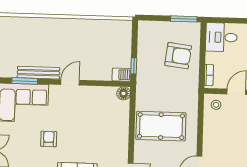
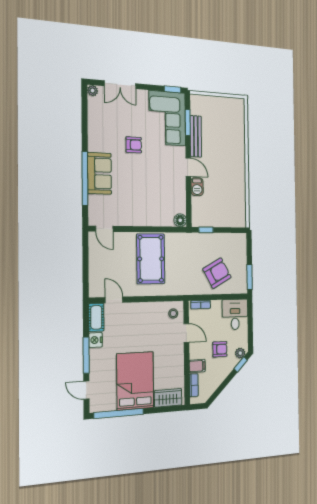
armchair: (178, 56) -> (217, 273), turned -126
barbecue: (122, 75) -> (197, 187), moved

